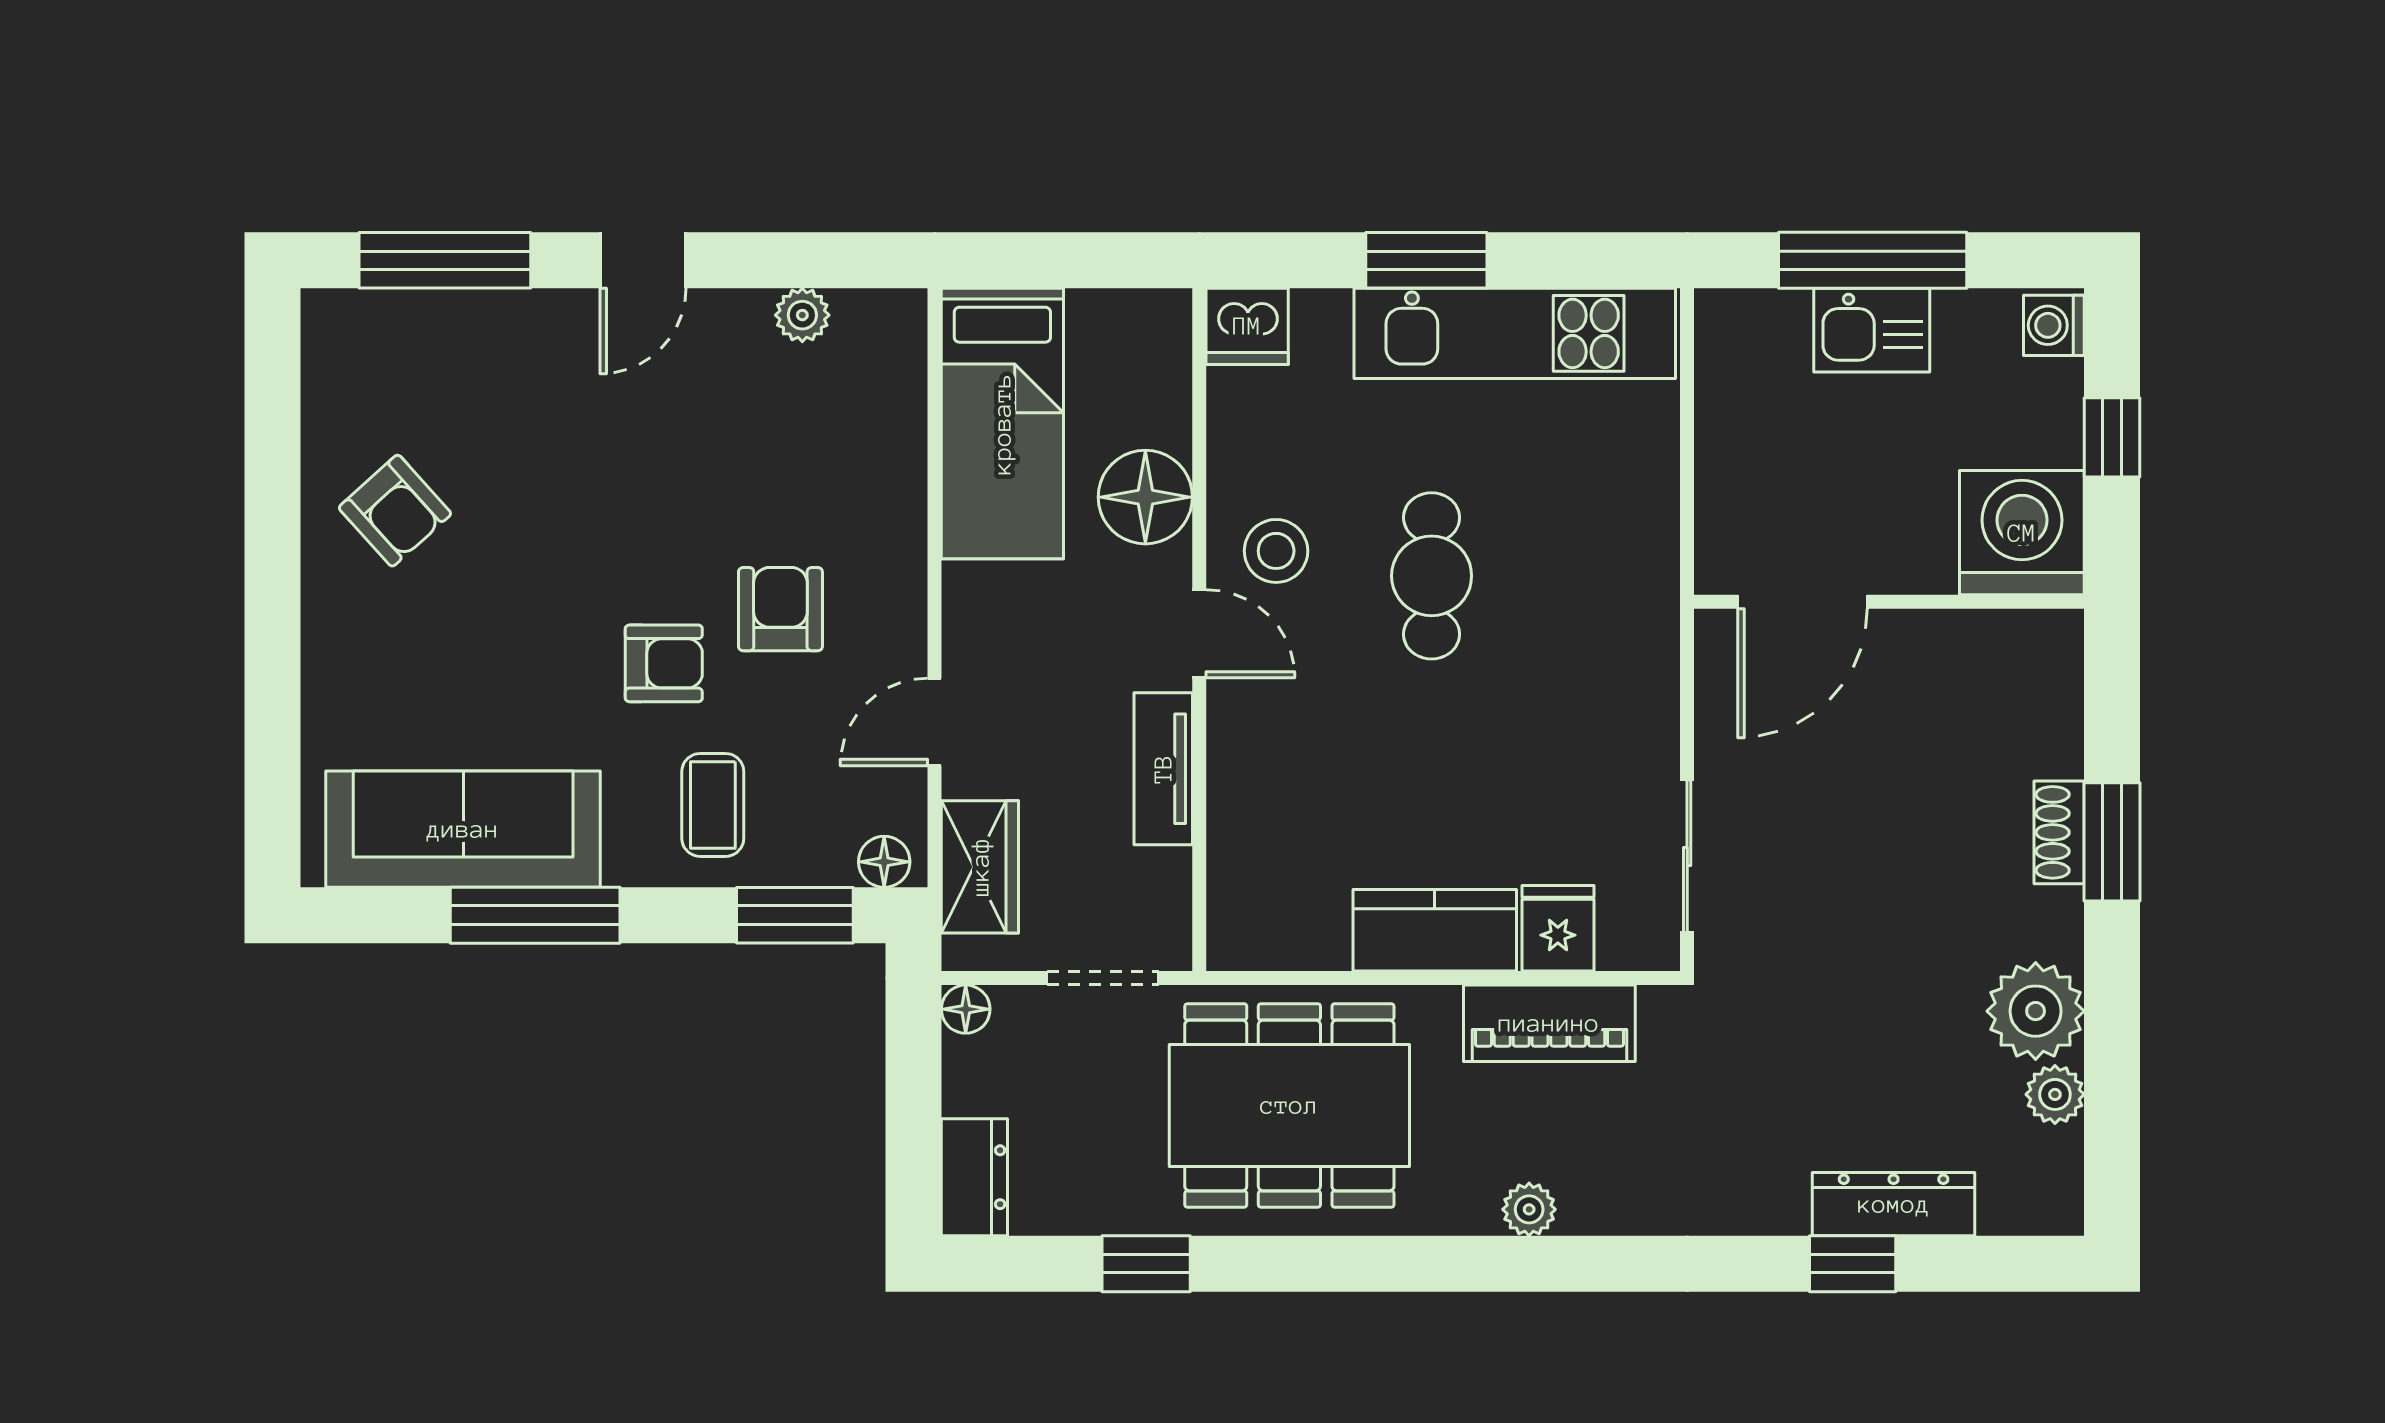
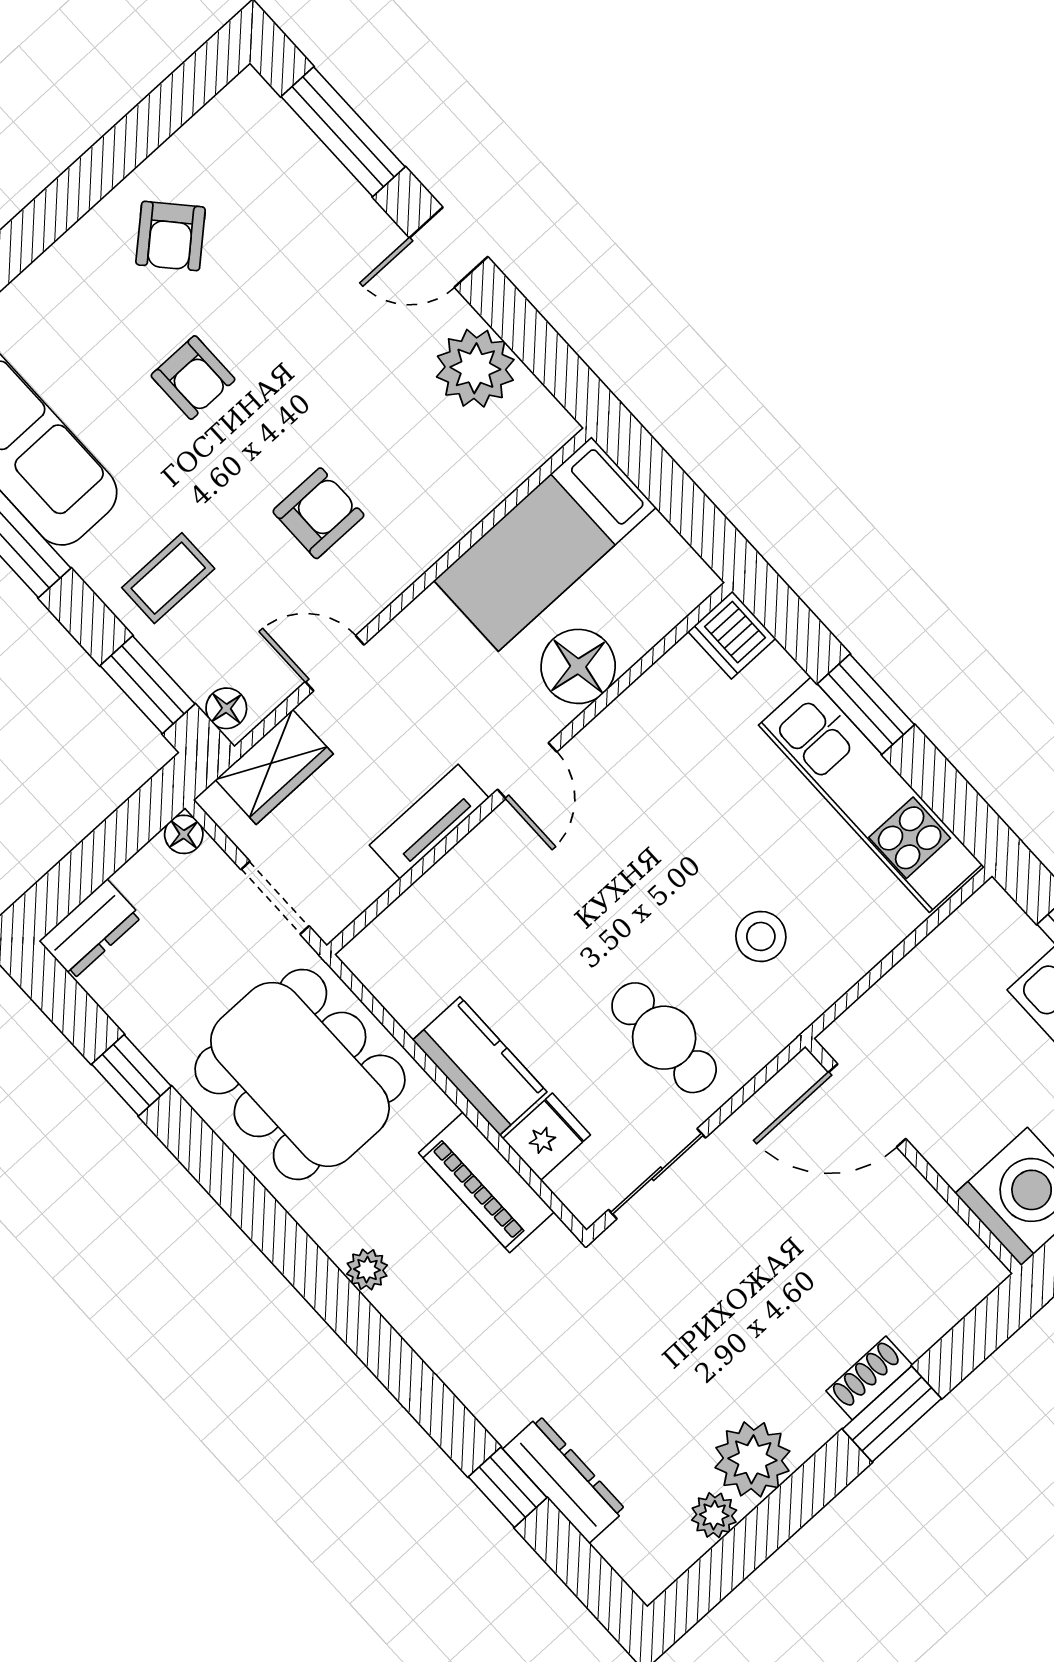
plant: (802, 315) -> (475, 368), width x1.87, depth x1.87
stool: (1276, 551) -> (761, 936), moved
cafe table: (1432, 576) -> (664, 1038), moved, turned 90
armchair: (664, 663) -> (193, 378), moved

